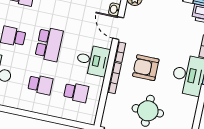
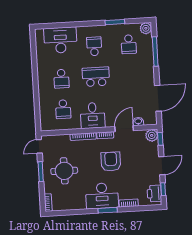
school desk: (49, 44) -> (96, 77), turned 180
armchair: (146, 68) -> (111, 162), moved

